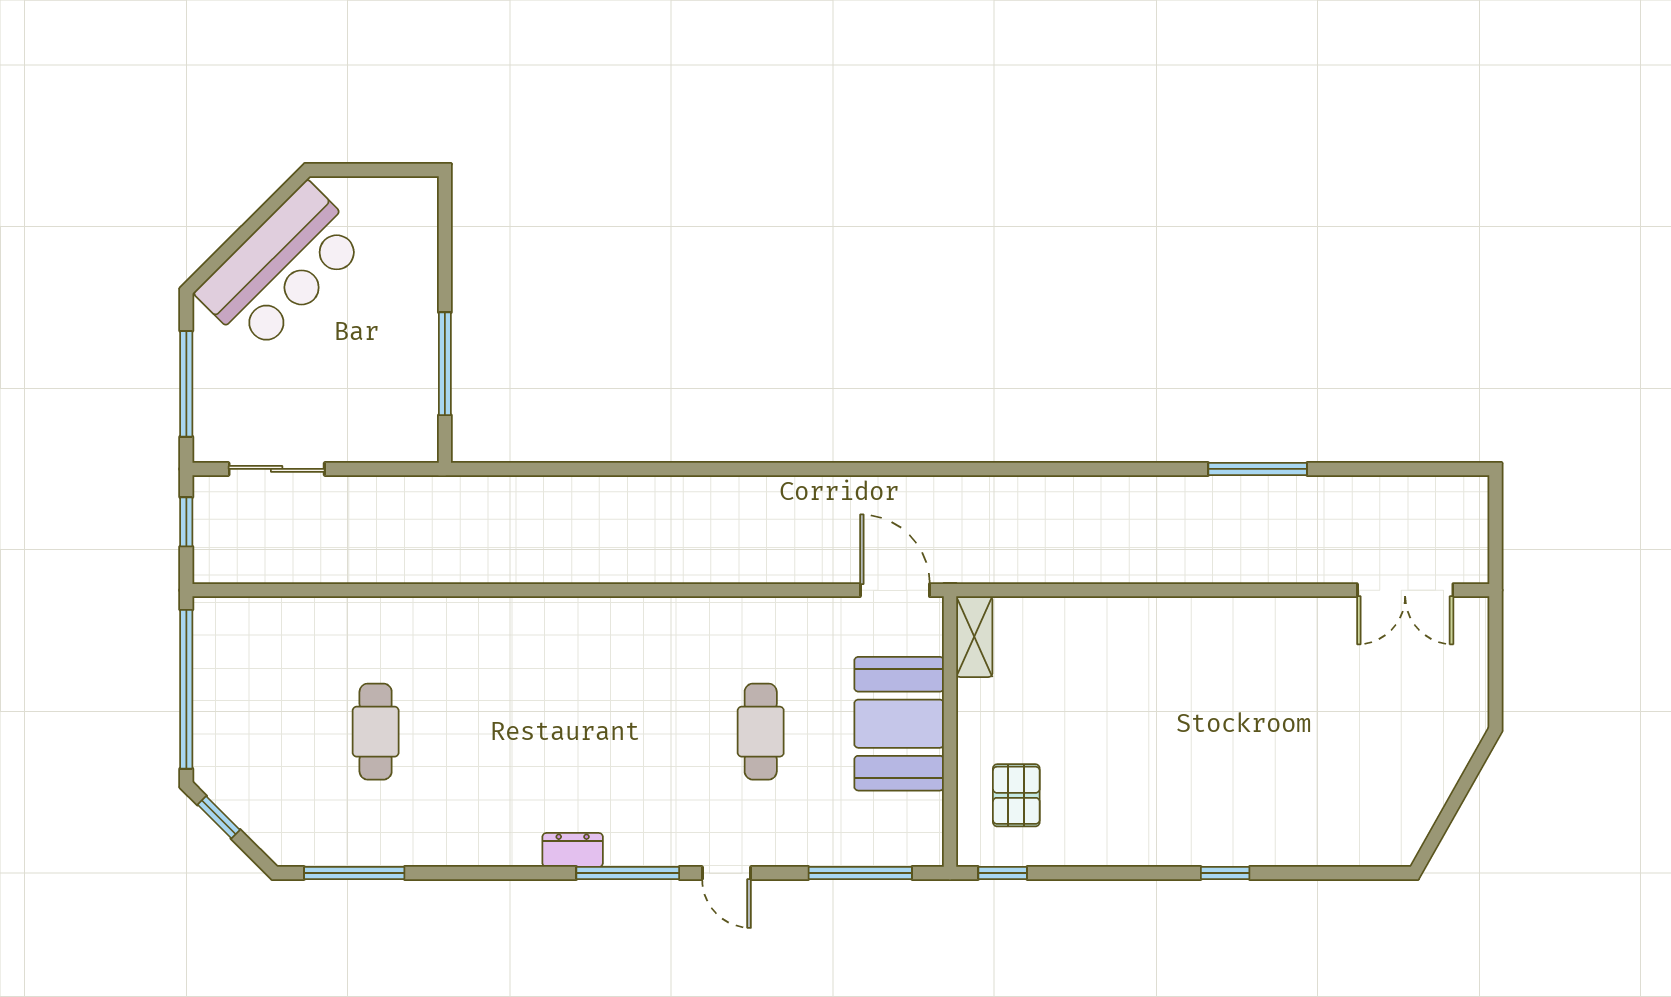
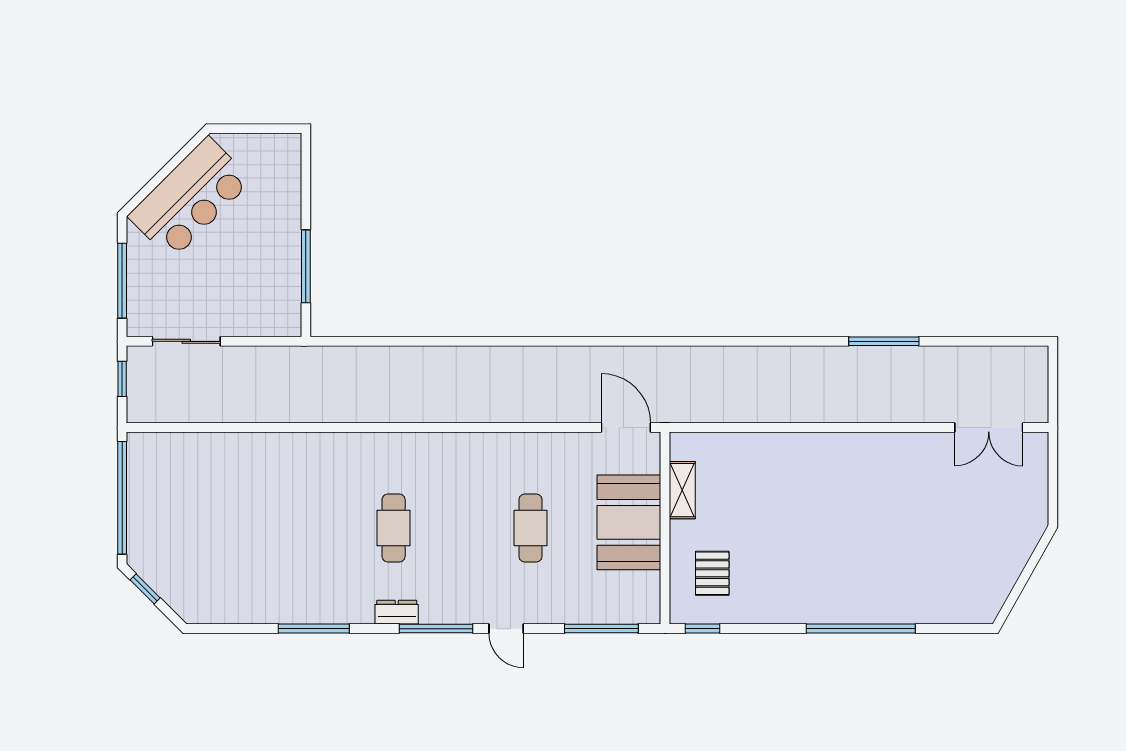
shelving: (974, 637) -> (682, 490), moved
cafe table: (376, 732) -> (394, 528), moved
window: (354, 873) -> (314, 629), moved
window: (1225, 873) -> (861, 629), width x3.17

